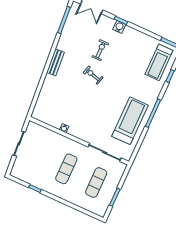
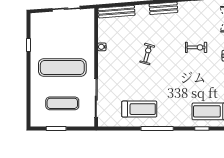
exercise bike: (93, 75) -> (147, 54), moved
bench: (40, 103) -> (117, 12), added
treadmill: (130, 121) -> (139, 109), width x0.73, depth x0.73
exercise mat: (66, 169) -> (62, 67), width x1.36, depth x1.45

